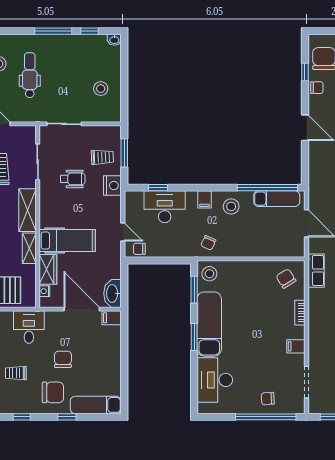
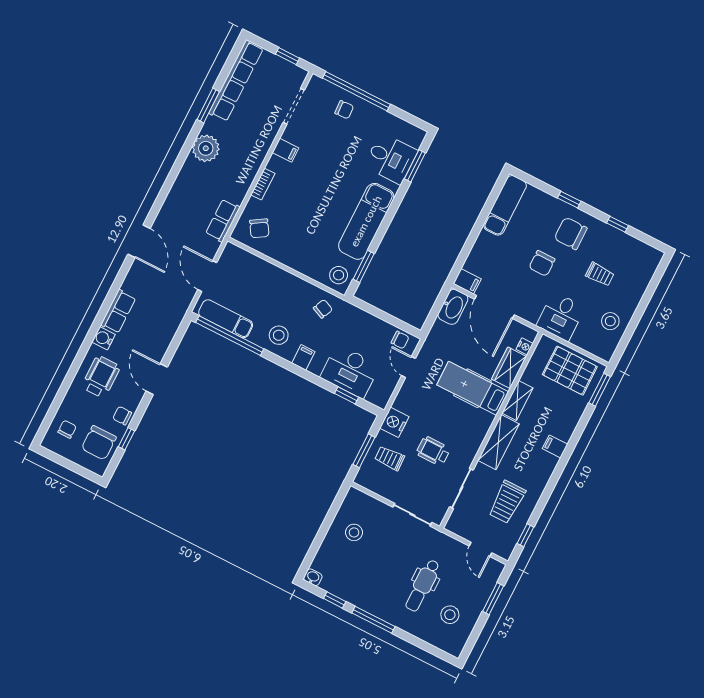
window: (194, 337) -> (415, 166), moved
desk: (215, 380) -> (391, 159), width x0.73
exam couch: (96, 405) -> (505, 205), moved, turned -90

